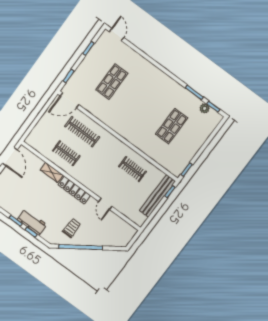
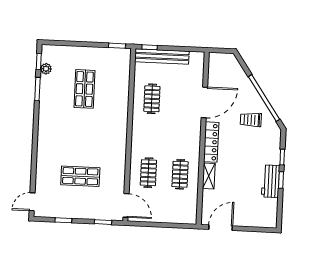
shop shelf: (172, 126) -> (84, 89), turned 90
clothes rail: (82, 132) -> (148, 173), width x0.73
door: (105, 204) -> (204, 102), width x1.88
workbench: (32, 222) -> (271, 181), moved

